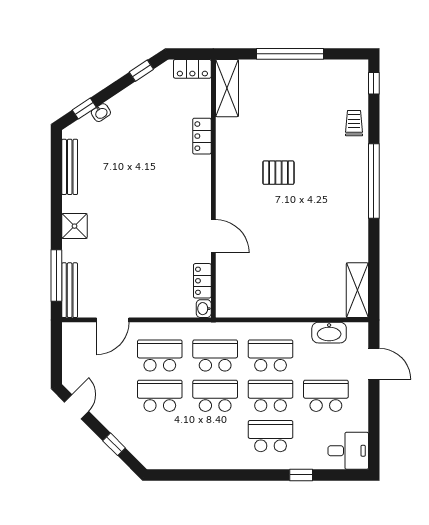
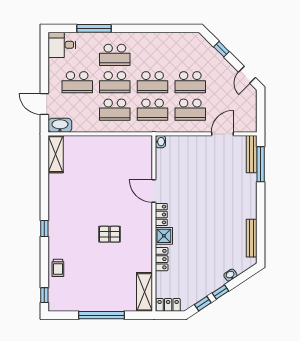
window: (84, 109) -> (220, 292), moved
window: (374, 181) -> (44, 229), width x0.32
shower: (74, 226) -> (164, 236), moved
locker: (202, 281) -> (161, 215), moved
washbasin: (329, 333) -> (60, 125), moved
window: (301, 475) -> (94, 28), width x2.17

